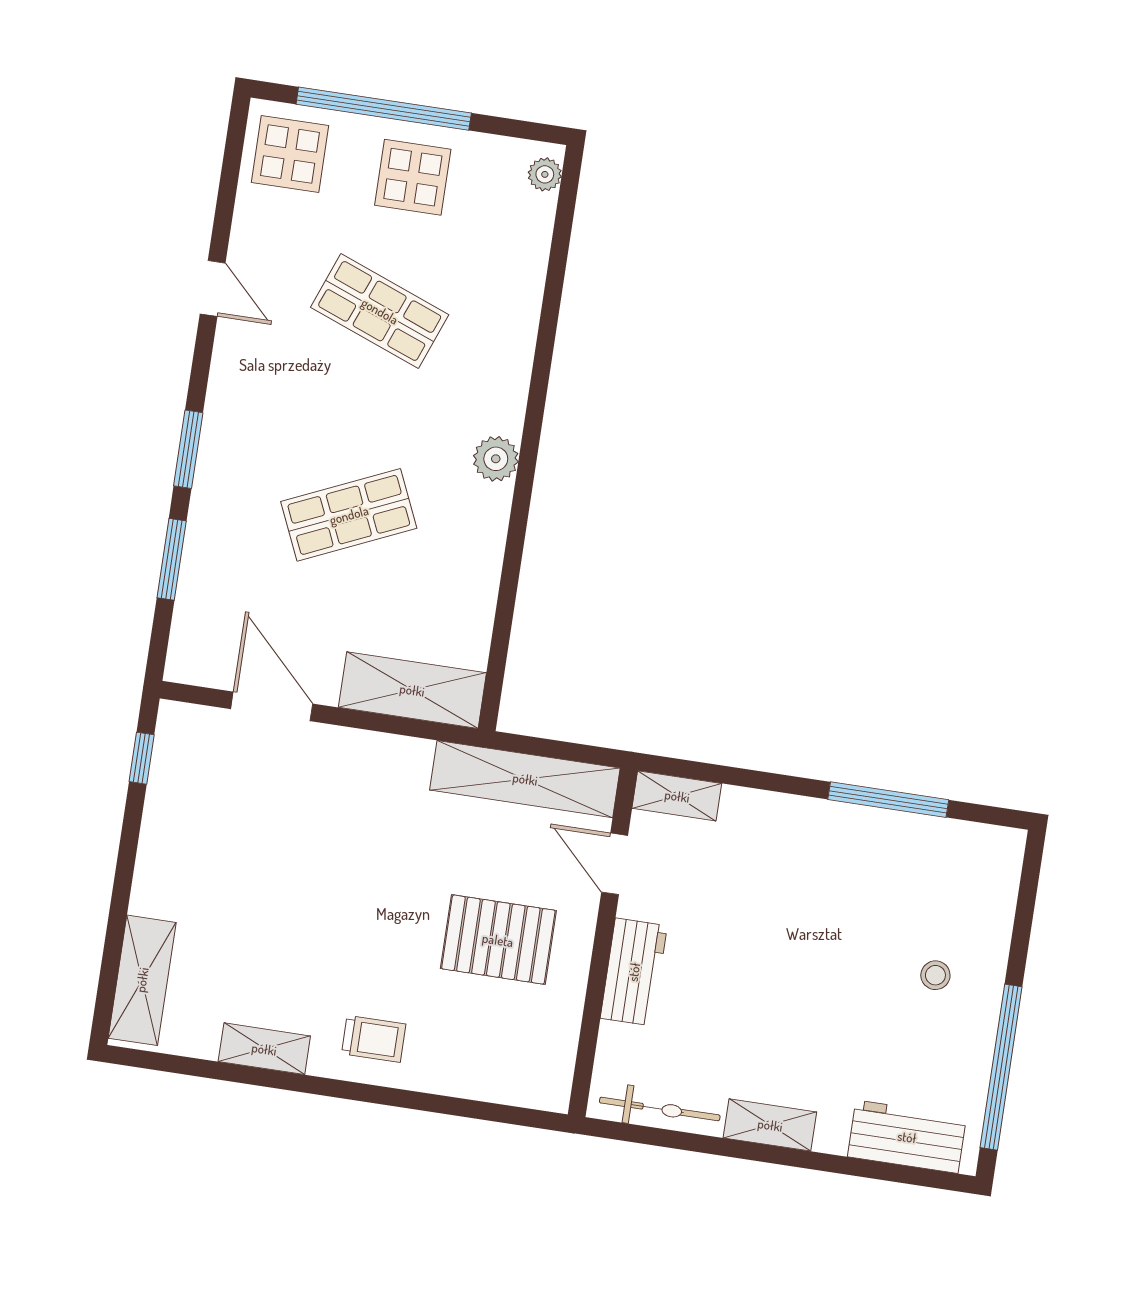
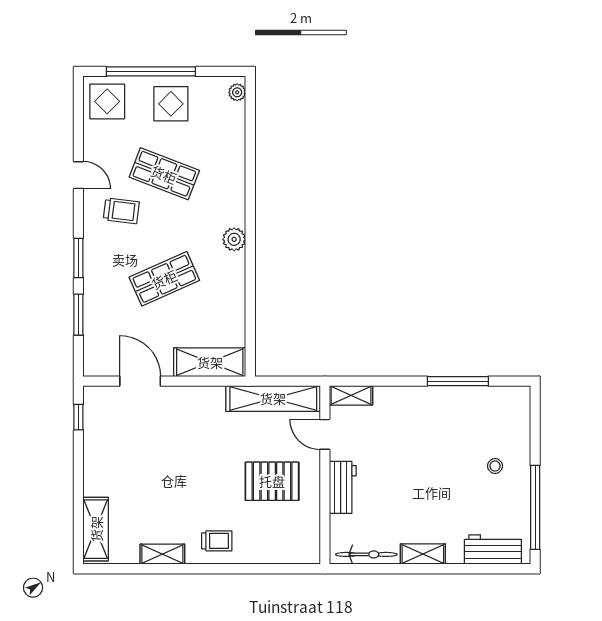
trolley: (285, 370) -> (121, 211), added

